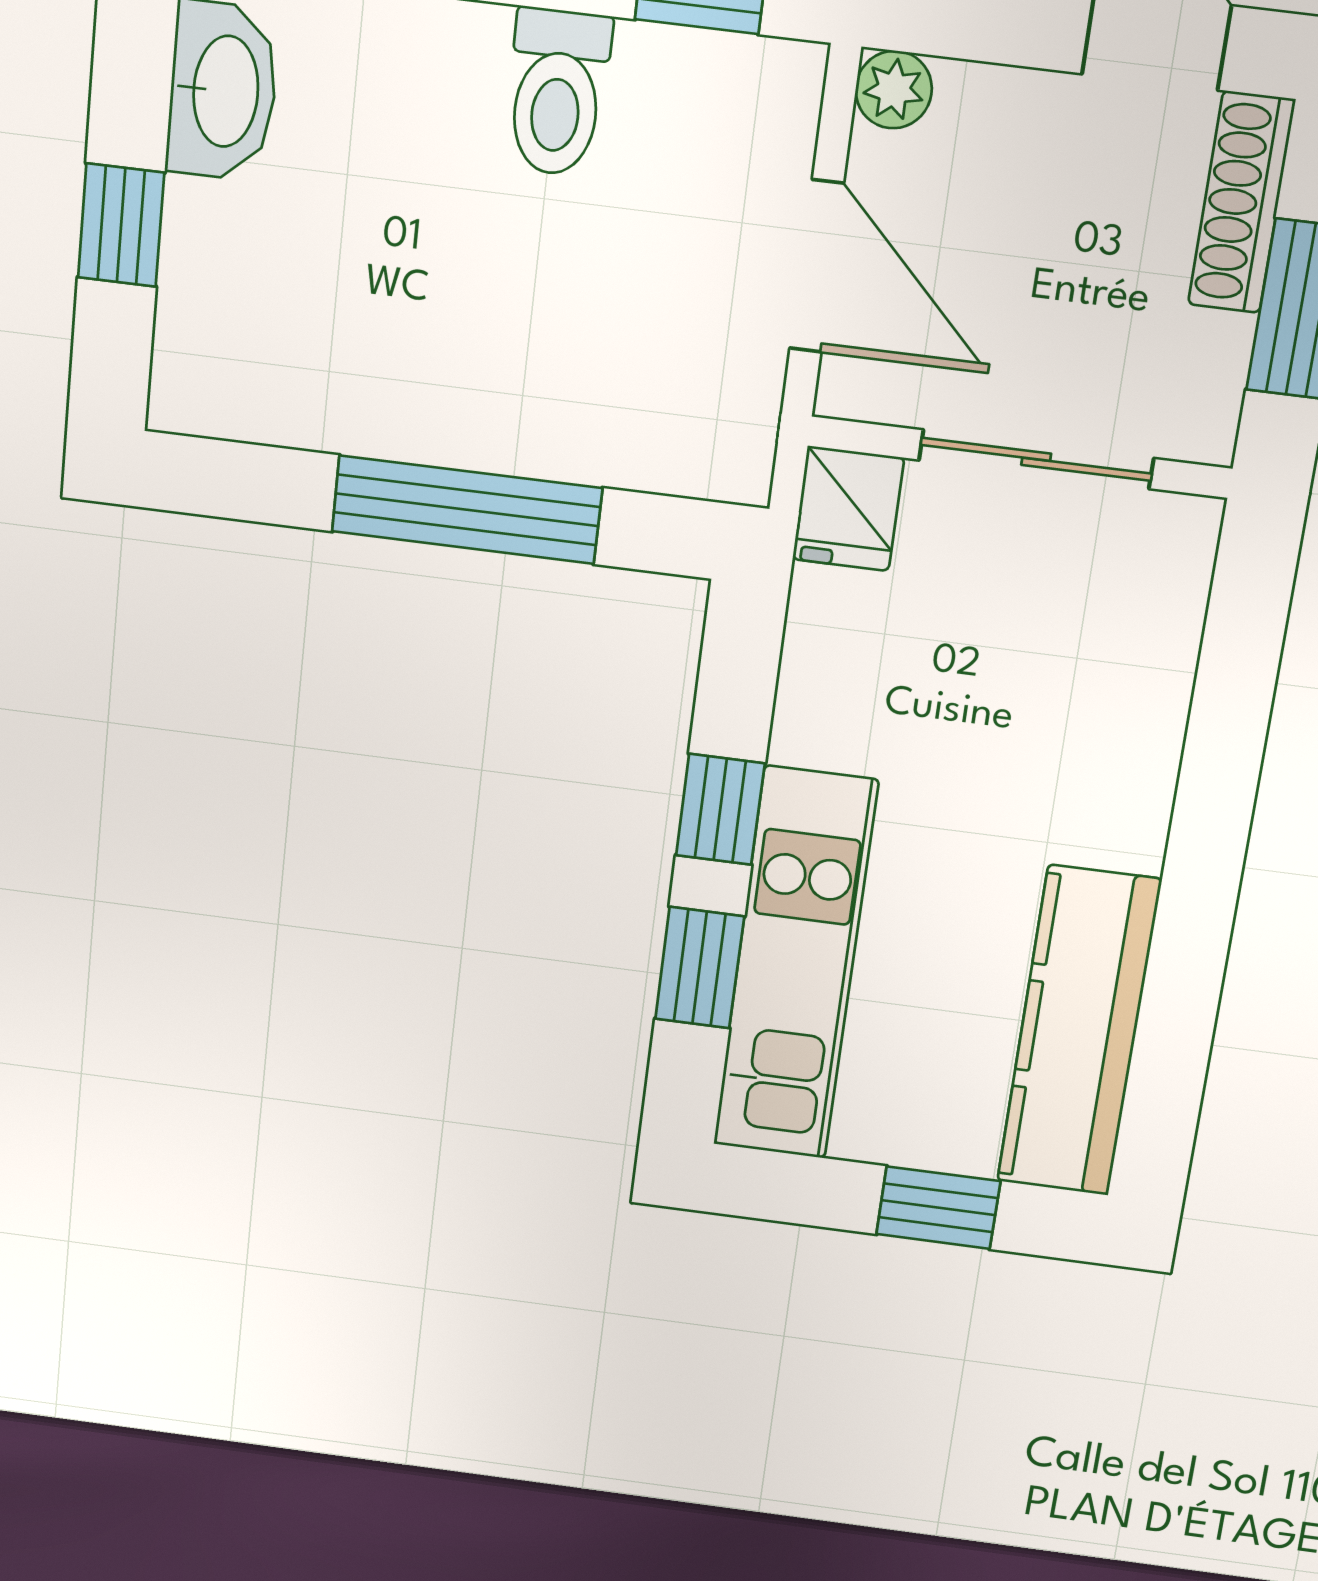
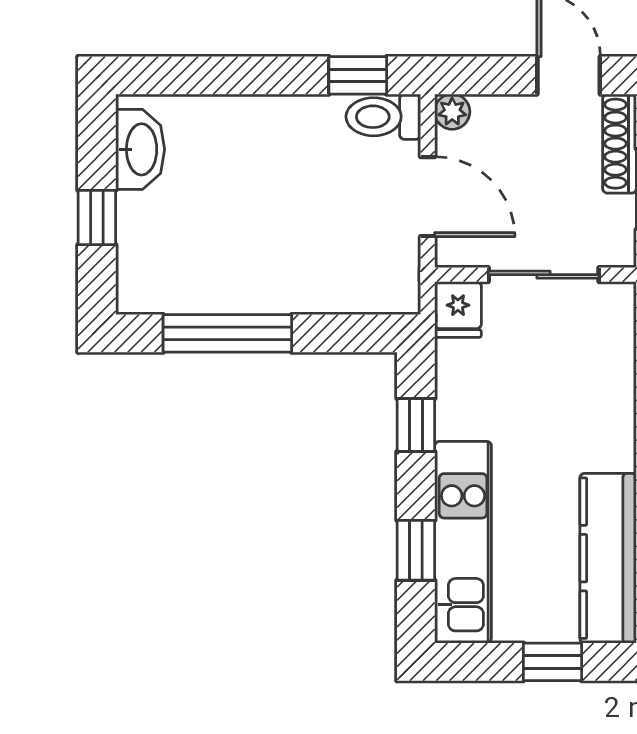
toilet: (557, 92) -> (383, 117), moved, turned 90
window: (467, 510) -> (227, 333), moved
window: (720, 809) -> (416, 425), moved

